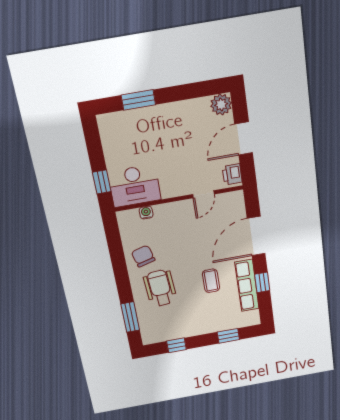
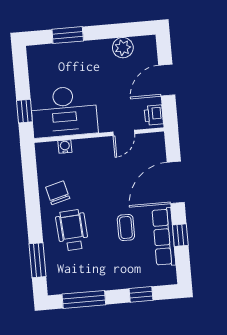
plant: (221, 104) -> (123, 48), moved
desk: (134, 186) -> (64, 112), width x1.36, depth x1.30
window: (176, 345) -> (84, 299), width x2.17

